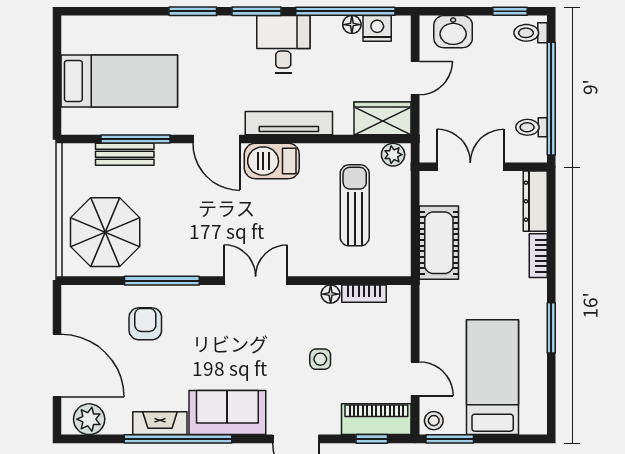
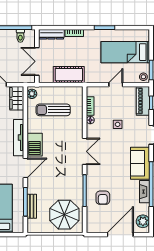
double door: (256, 281) -> (85, 151), swing flipped
armchair: (145, 324) -> (103, 198), turned -90
door: (415, 379) -> (116, 85), moved

